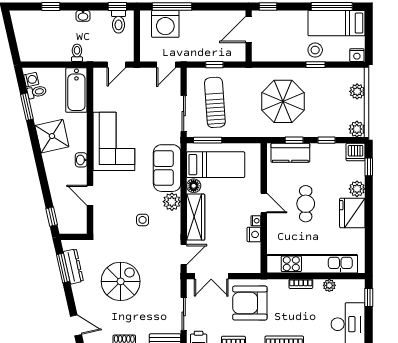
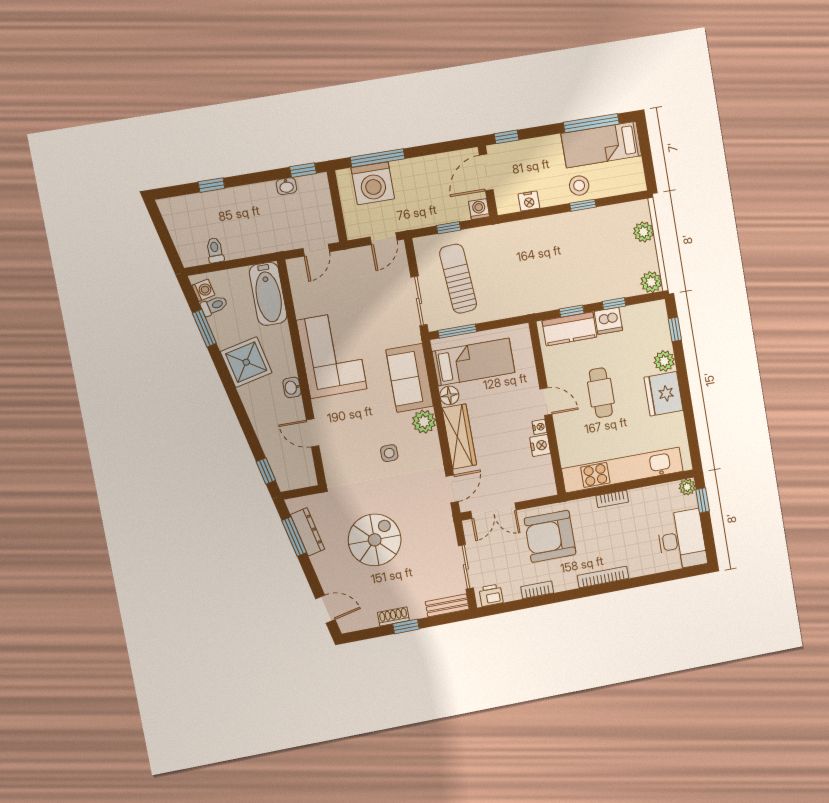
washbasin: (83, 16) -> (286, 186), moved
toilet: (119, 22) -> (309, 191), removed
toilet: (77, 53) -> (215, 250), moved
washing machine: (239, 55) -> (479, 209), added
nightstand: (357, 55) -> (529, 201), moved
parasol: (283, 101) -> (548, 262), removed
dishwasher: (356, 152) -> (608, 321), moved
plant: (329, 285) -> (687, 487), moved

